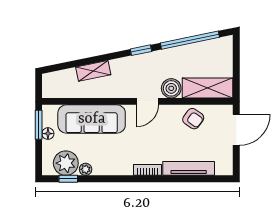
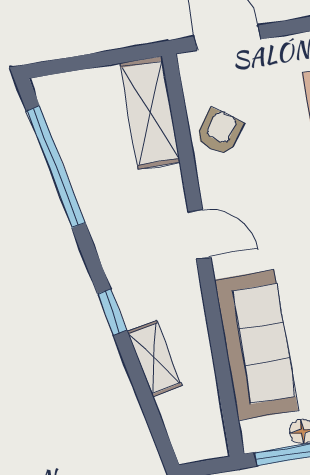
window: (141, 50) -> (112, 312), moved
boiler: (171, 88) -> (164, 189), removed

